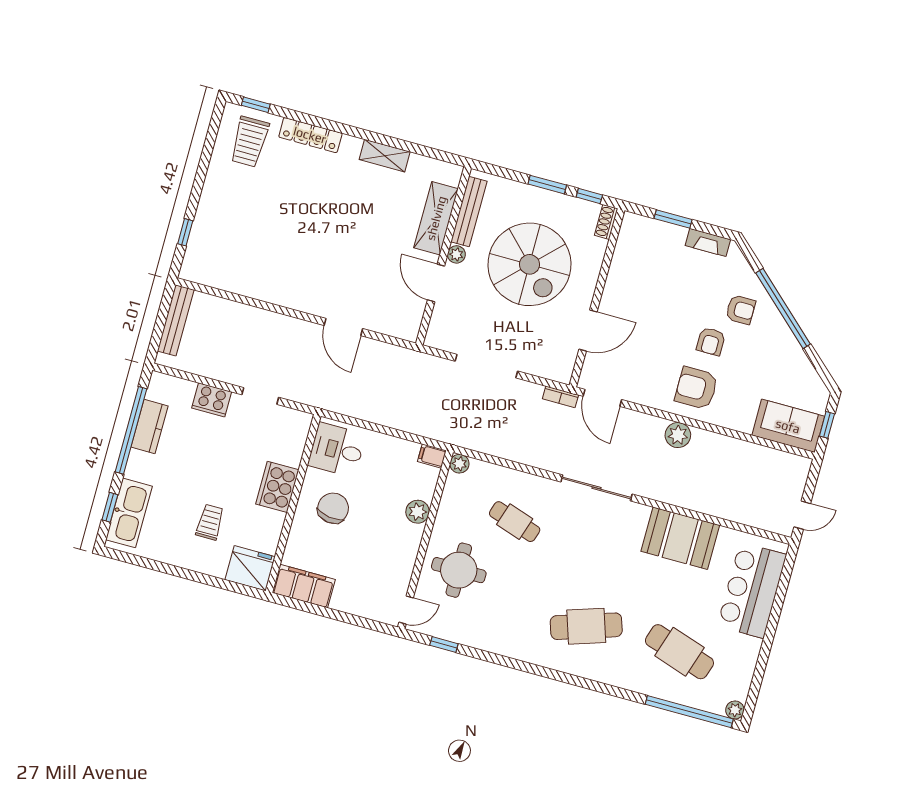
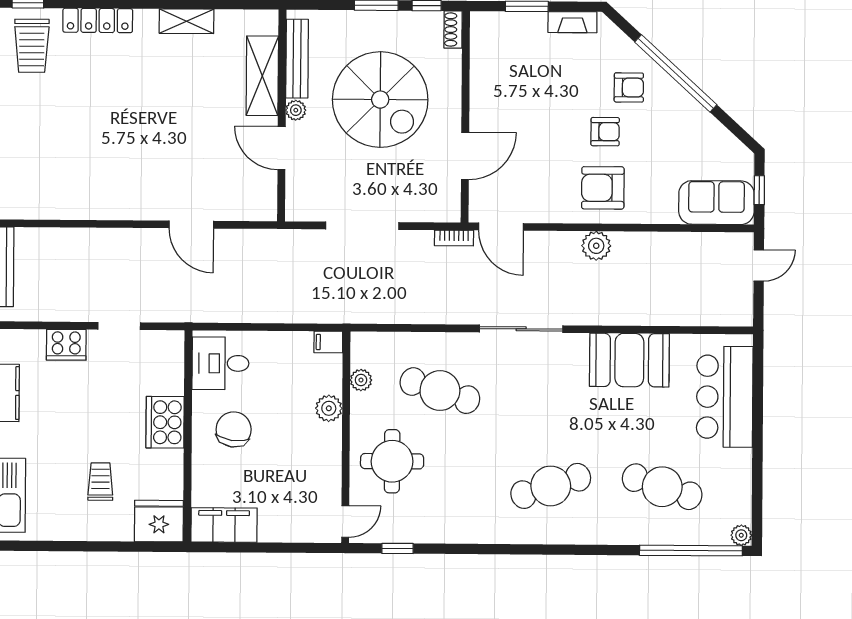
armchair: (711, 341) -> (605, 132), turned -90
plant: (459, 464) -> (361, 380), moved
door: (802, 515) -> (759, 265), moved
cafe table: (515, 522) -> (440, 391), width x1.37, depth x1.35

